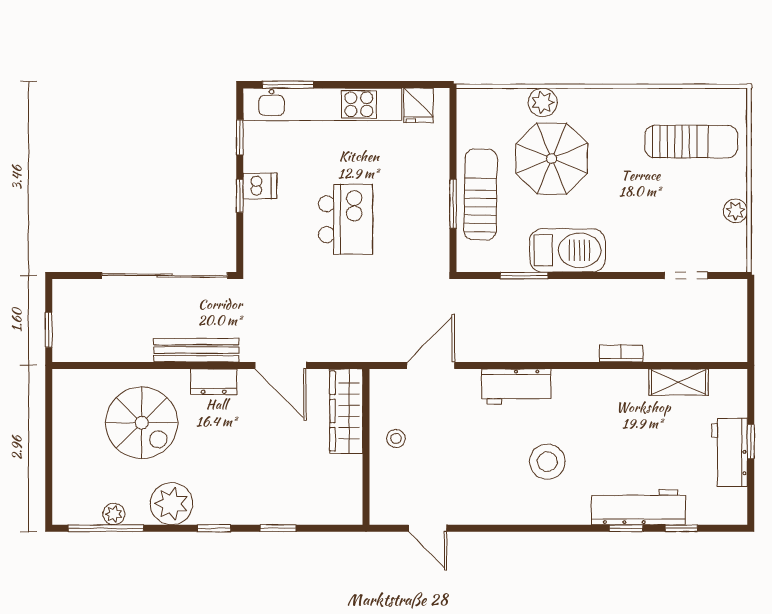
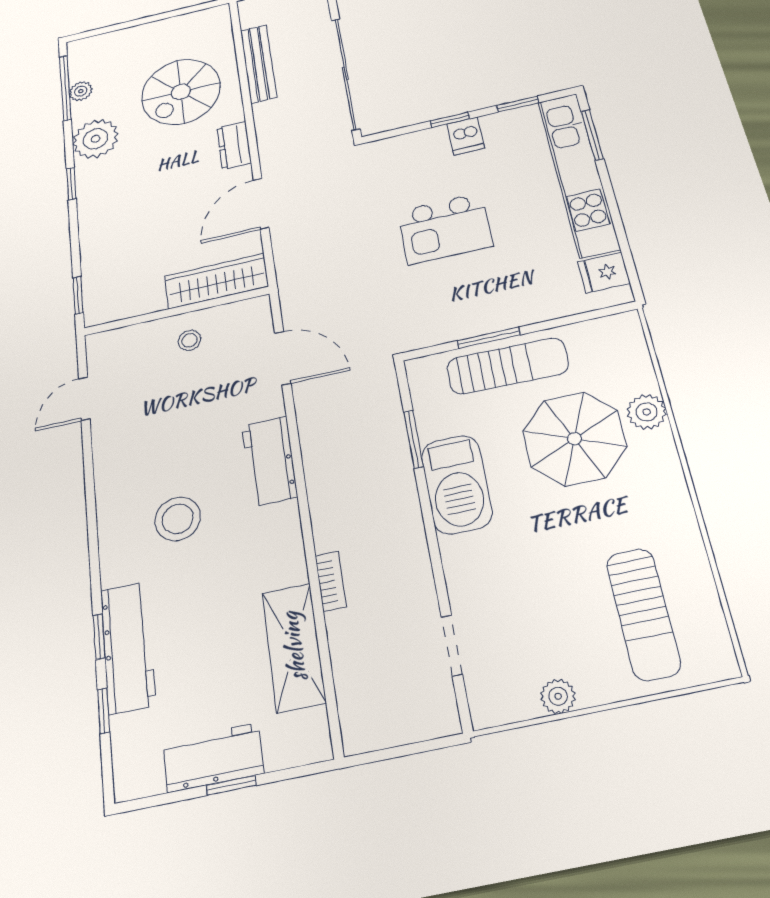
bench: (196, 350) -> (259, 64), moved
shelving: (679, 382) -> (294, 647), width x1.50, depth x1.33
window: (278, 528) -> (78, 295), moved

